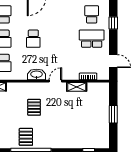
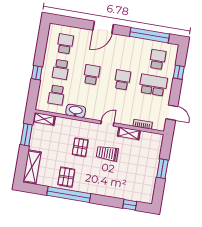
school desk: (33, 39) -> (92, 75), turned 180
school desk: (62, 39) -> (122, 80), added
washbasin: (37, 75) -> (76, 111), moved
trolley: (60, 109) -> (107, 153), added

